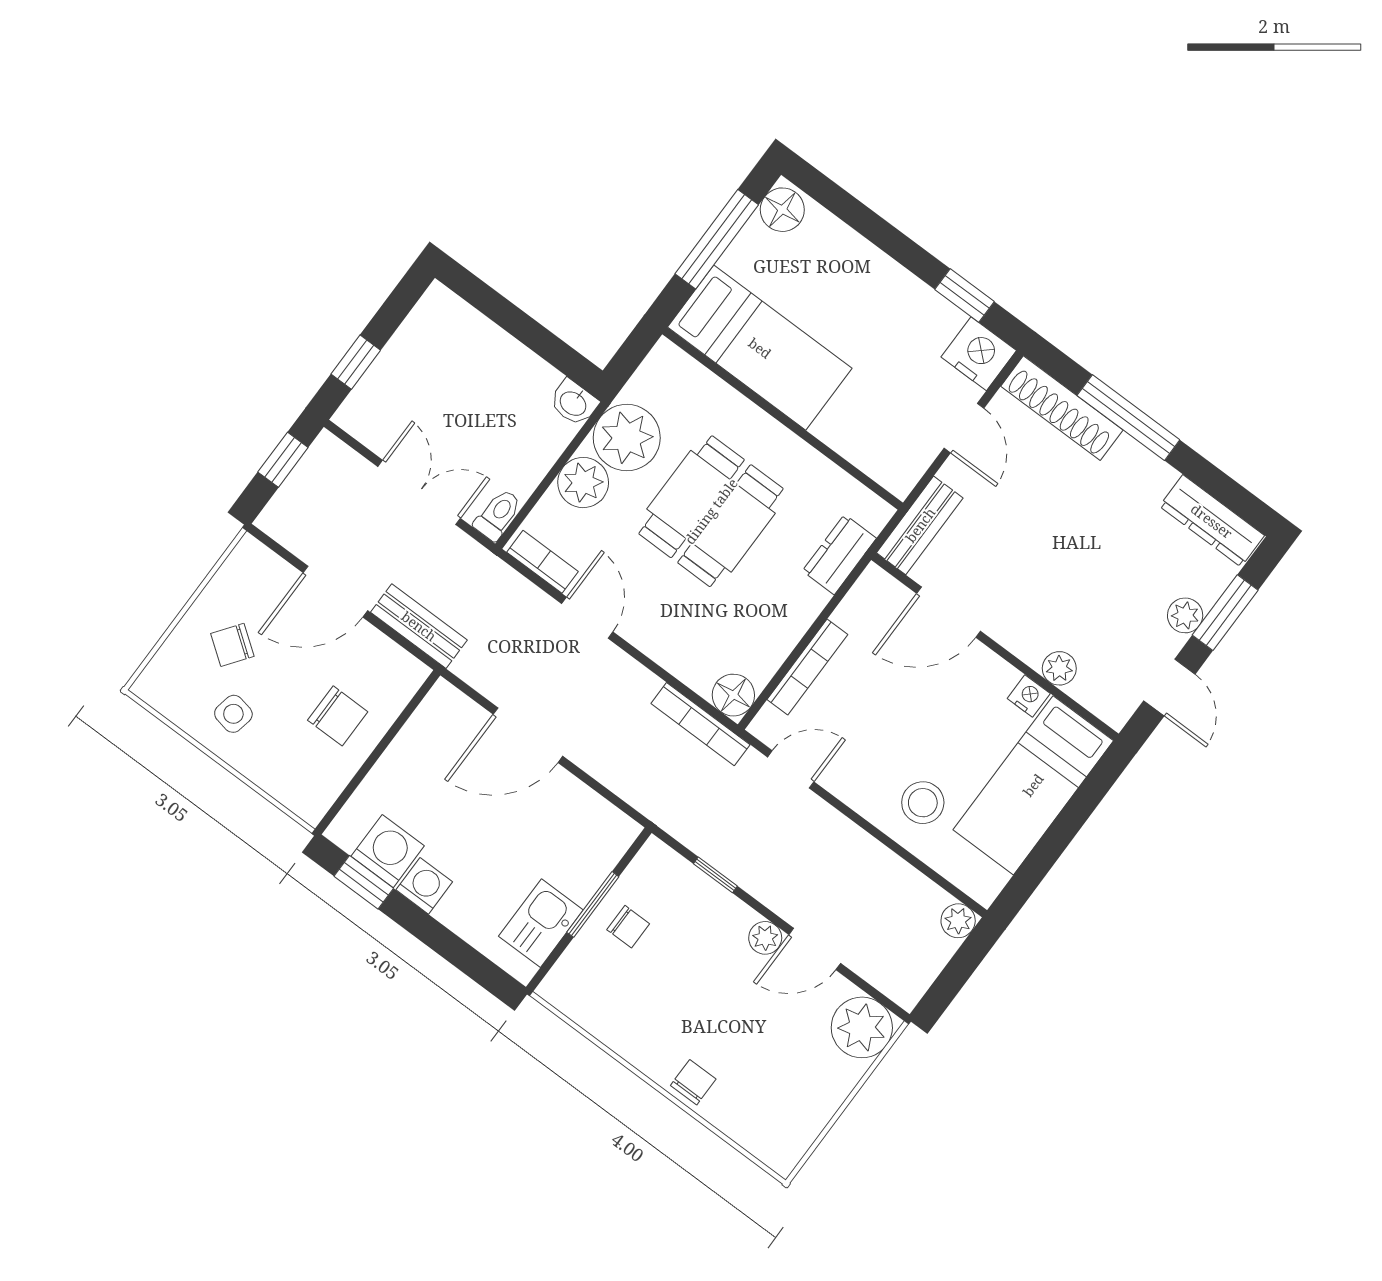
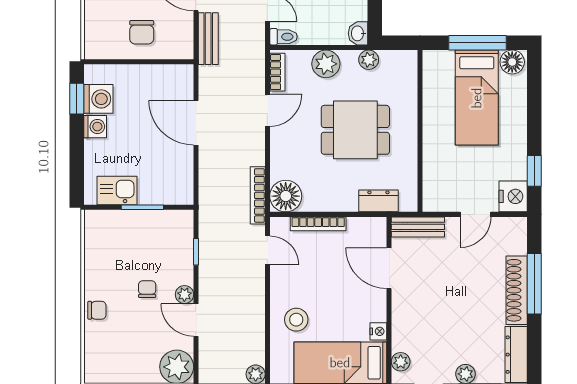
bed: (760, 348) -> (477, 98), moved
shoe rack: (1062, 408) -> (517, 290), moved
plant: (627, 438) -> (369, 60), width x0.53, depth x0.53
plant: (1059, 668) -> (401, 362), moved
floor lamp: (733, 695) -> (286, 196), width x1.38, depth x1.38
chair: (628, 927) -> (147, 289), moved, turned 180

